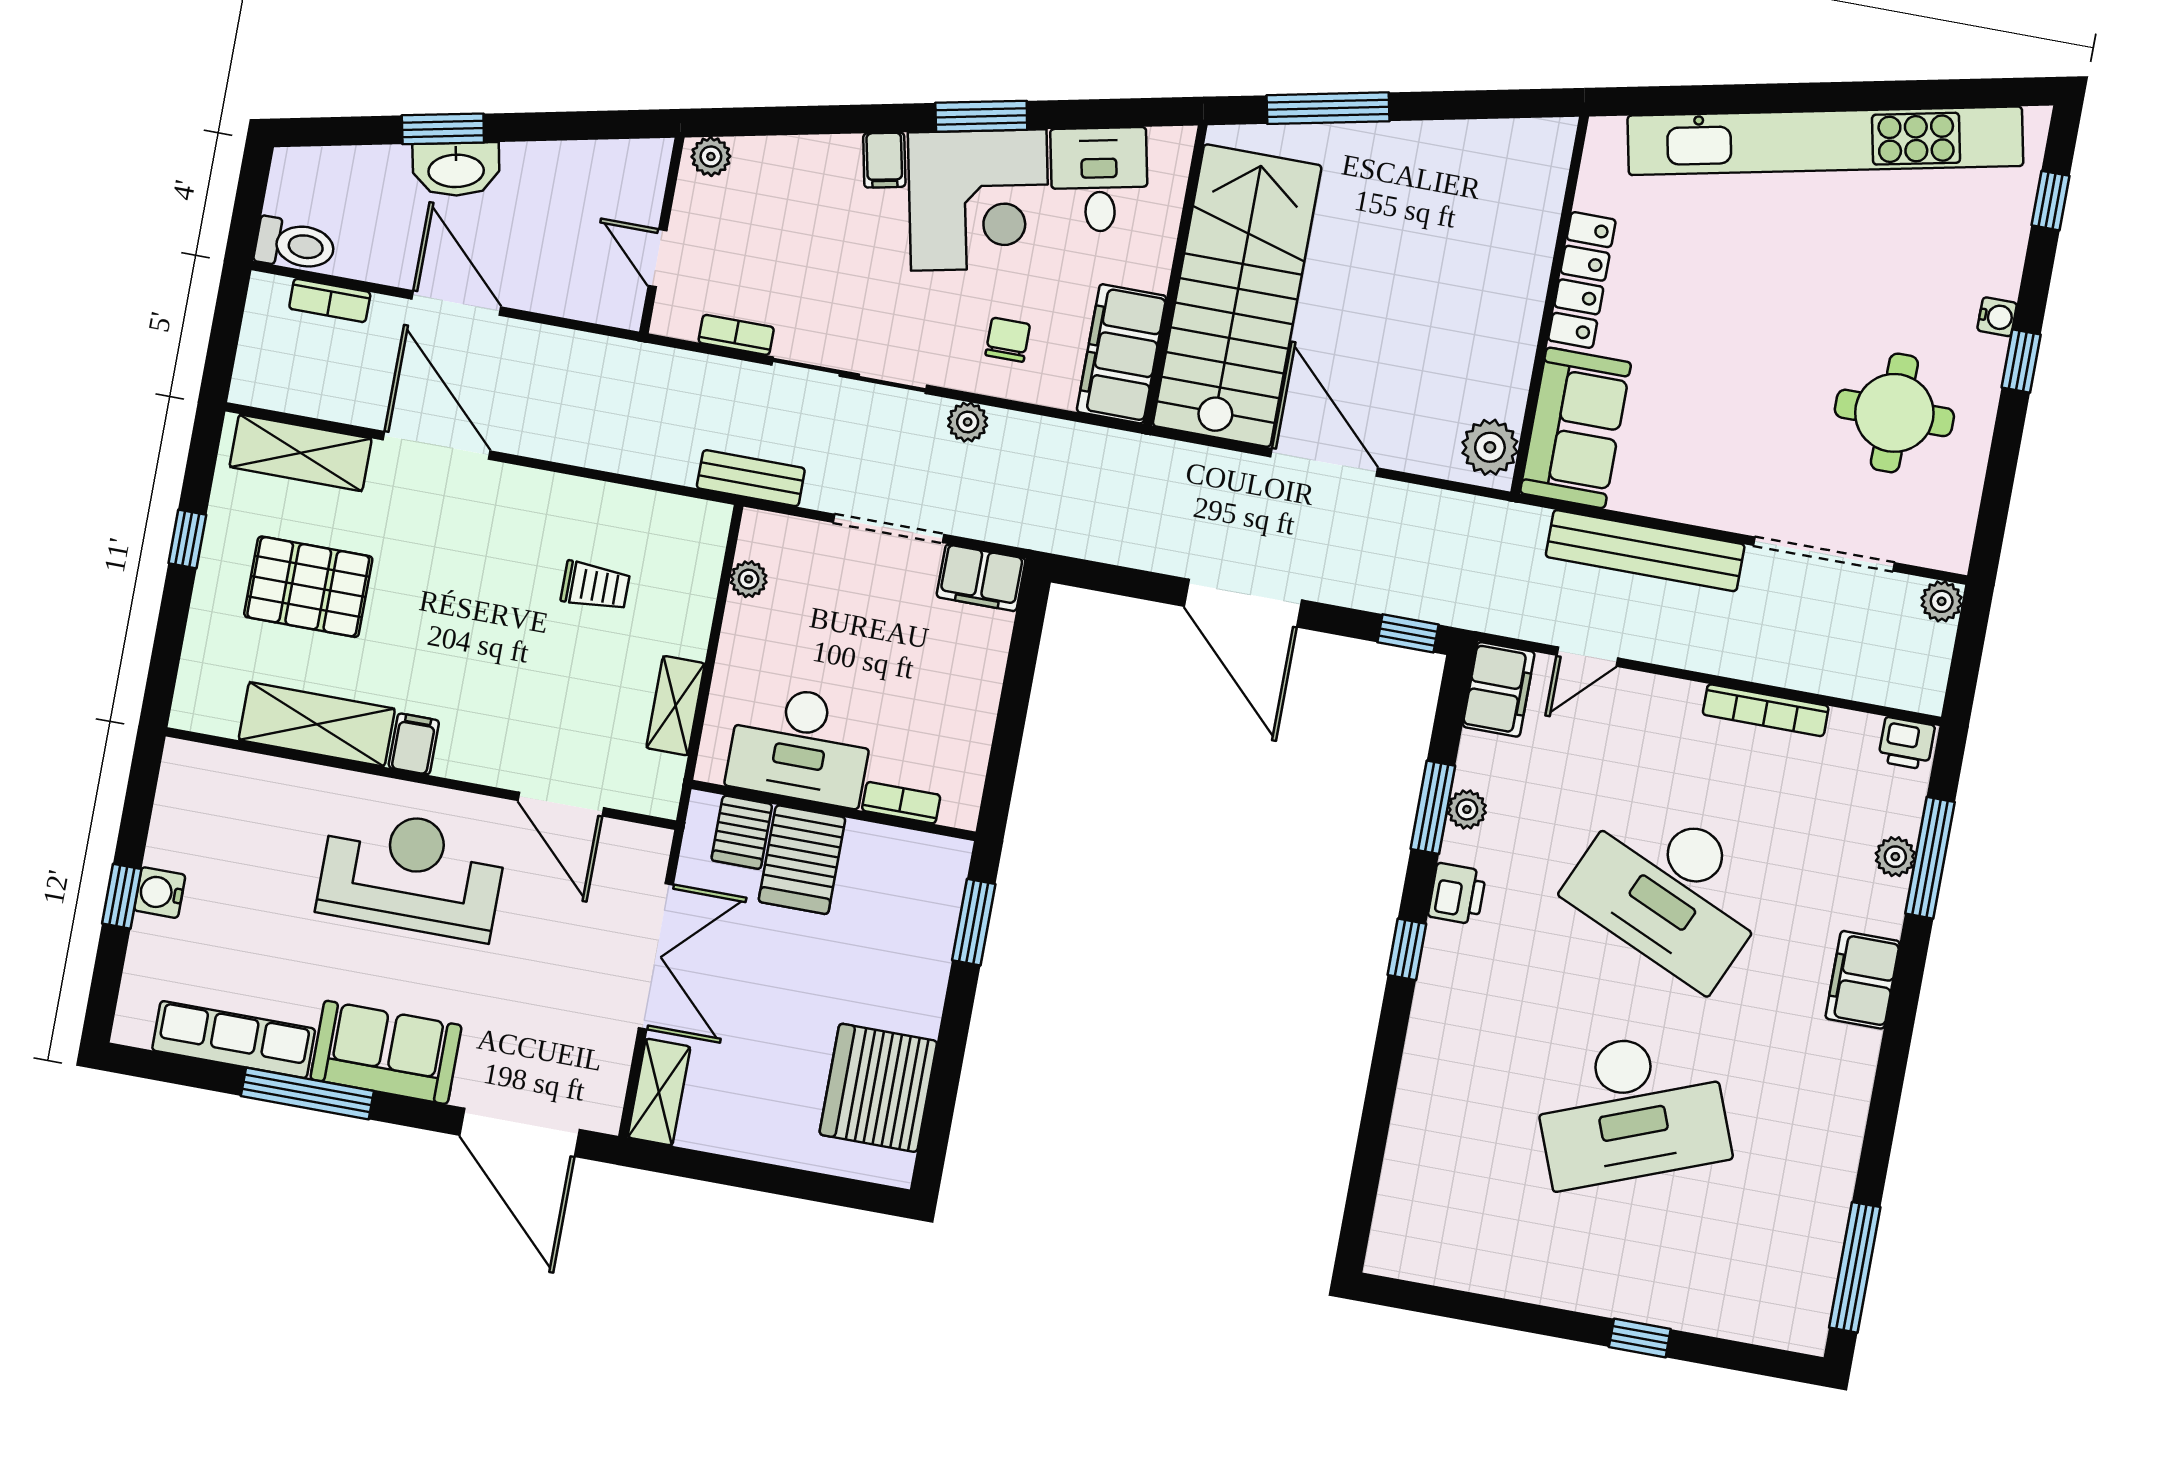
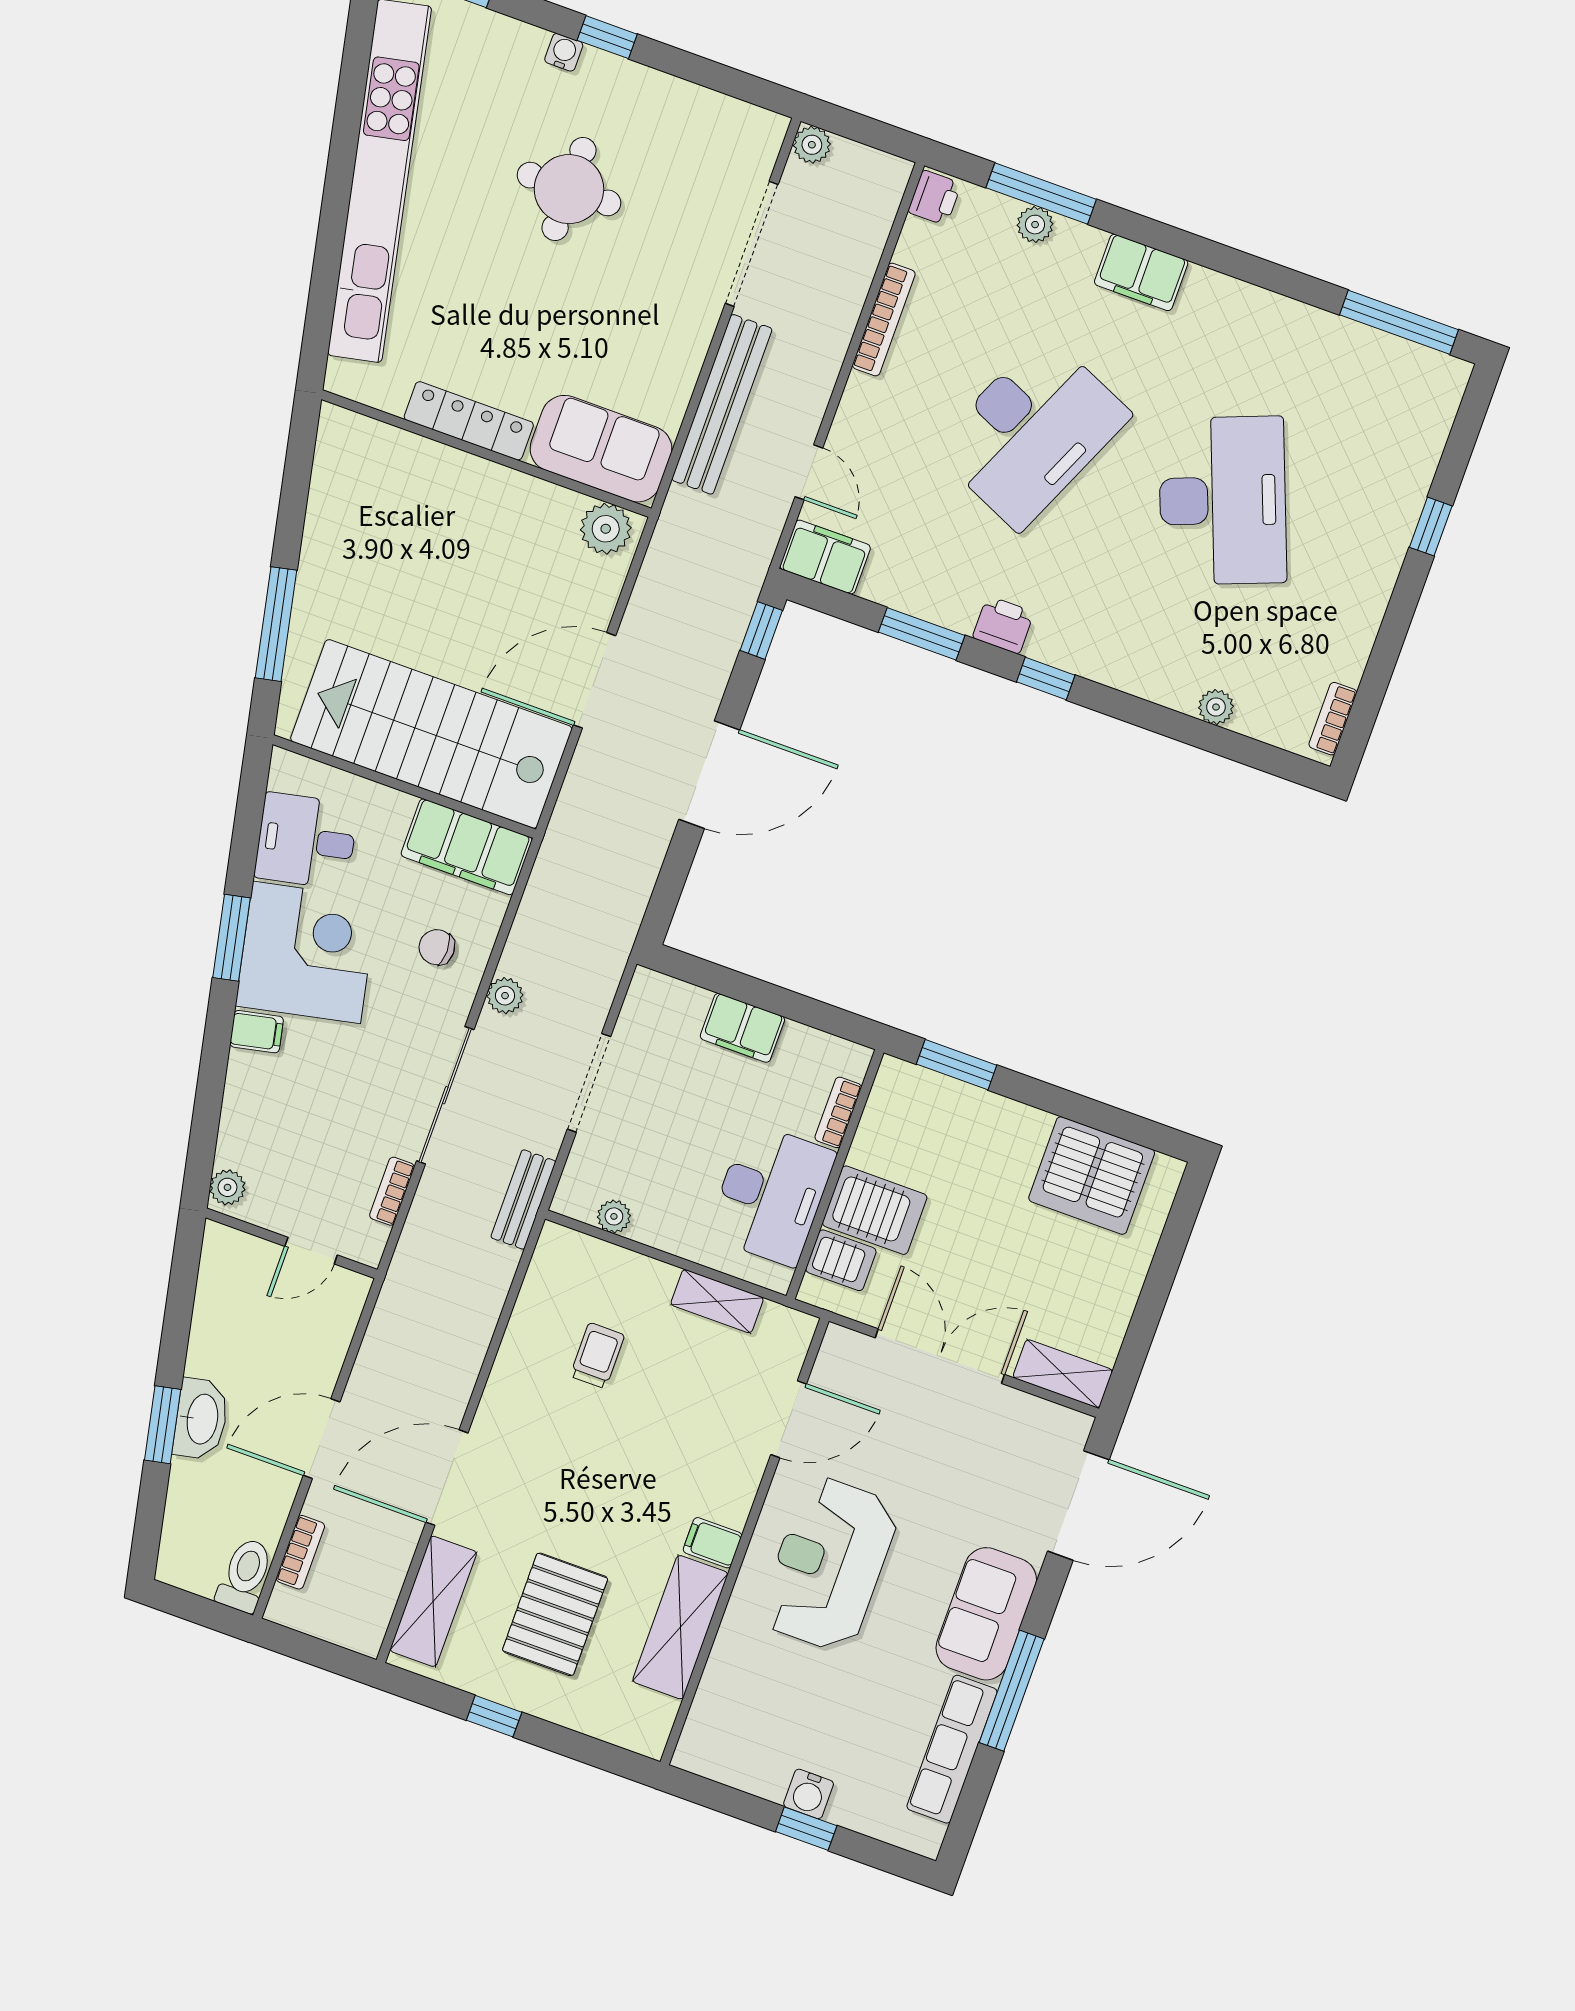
round table: (1894, 413) -> (569, 189), moved
filing cabinet: (981, 578) -> (742, 1028), moved, turned 90
plant: (1467, 809) -> (1216, 707), moved
bookcase: (1415, 1267) -> (1333, 719), added

